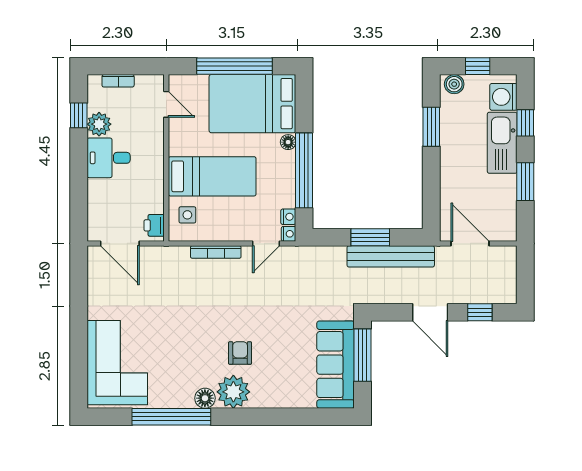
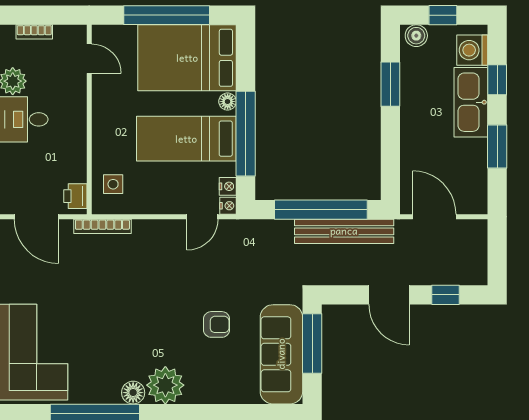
bed: (212, 176) -> (186, 139), moved, turned 180
window: (370, 237) -> (321, 210), width x2.11
bookcase: (216, 252) -> (102, 226), moved
armchair: (240, 353) -> (217, 324), moved, turned 90

